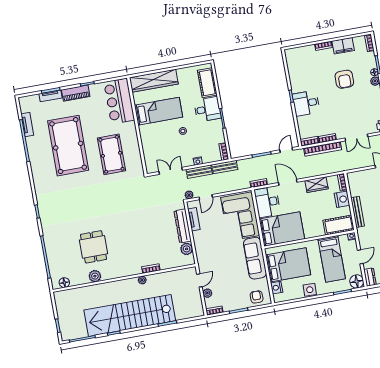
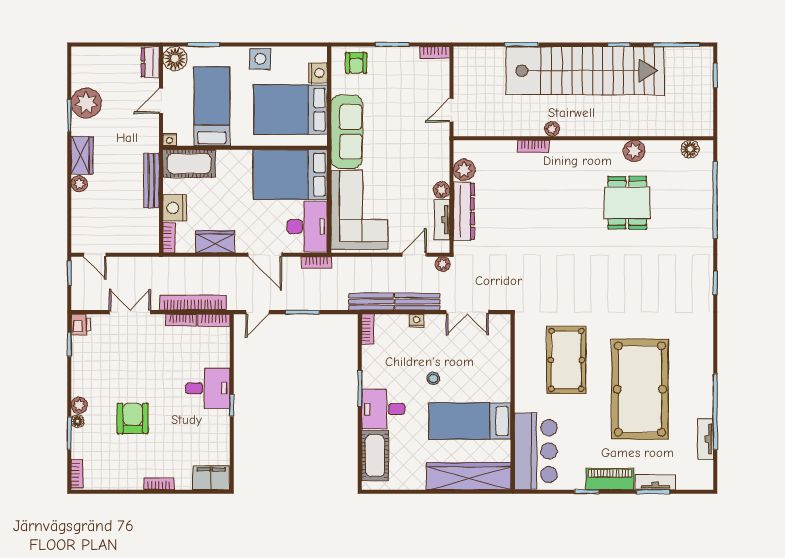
filing cabinet: (343, 46) -> (211, 478), moved
plant: (207, 293) -> (441, 190), moved

